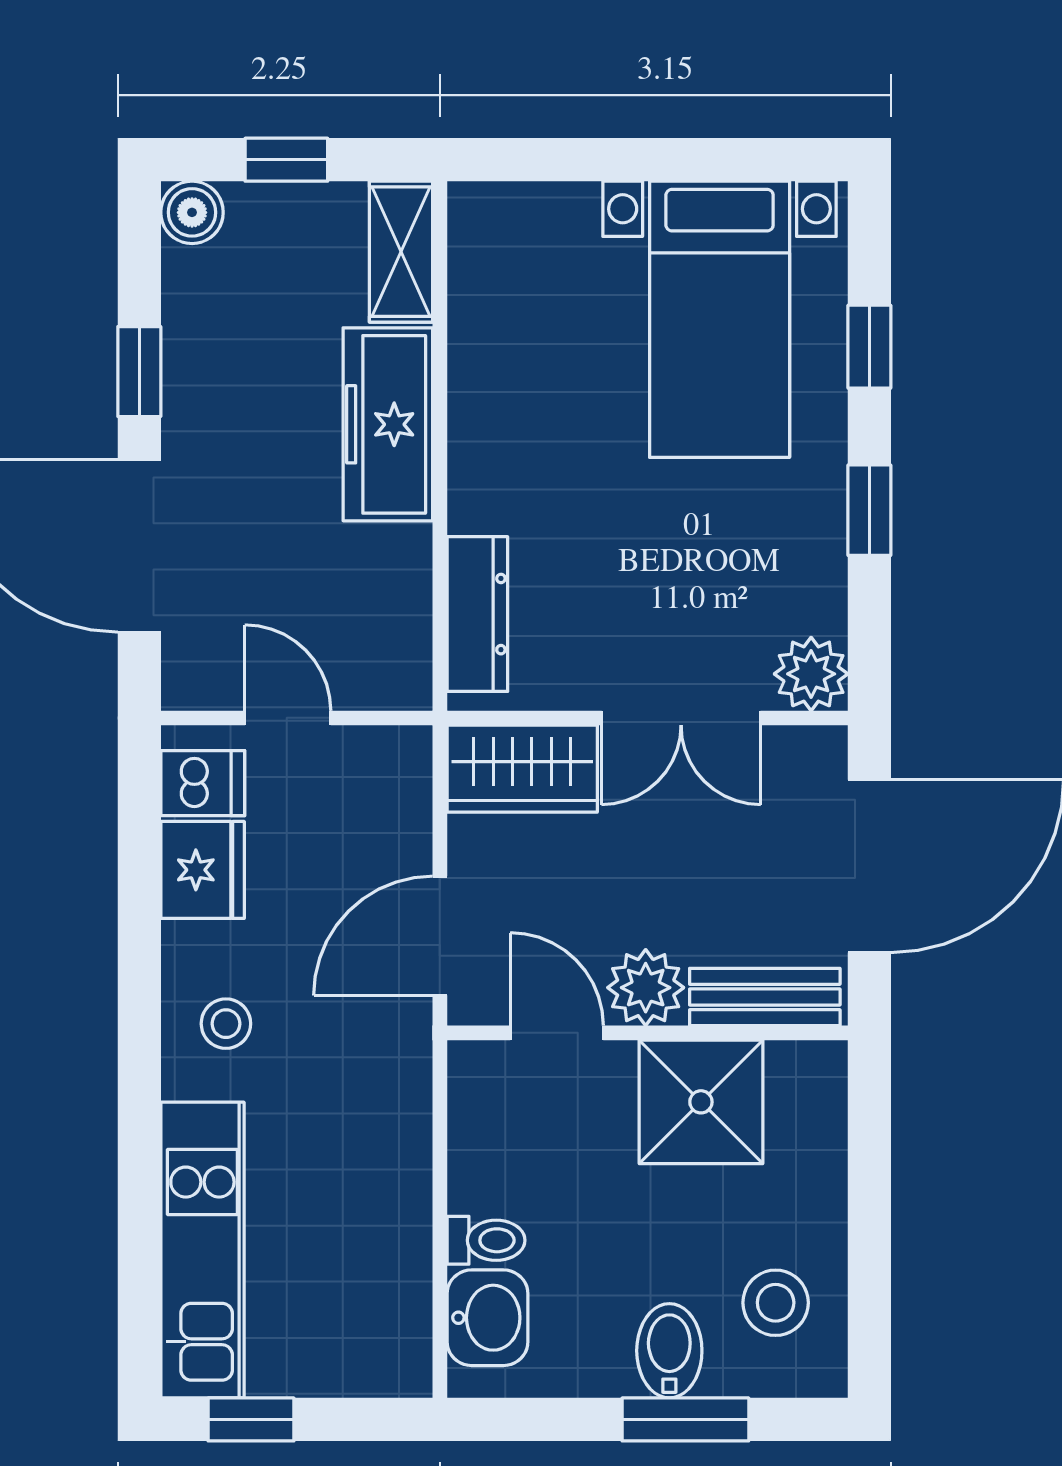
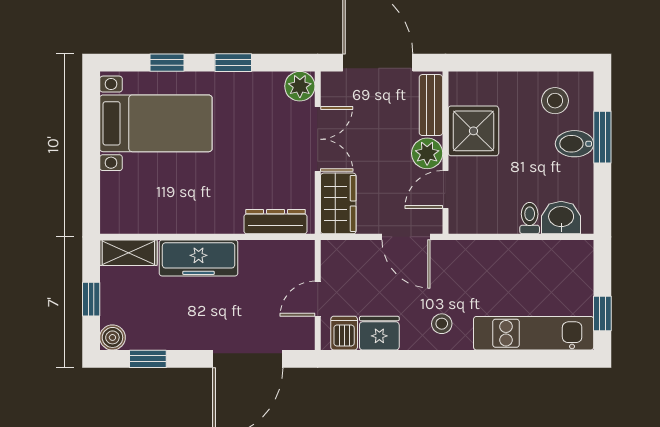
window: (139, 372) -> (148, 359), moved

